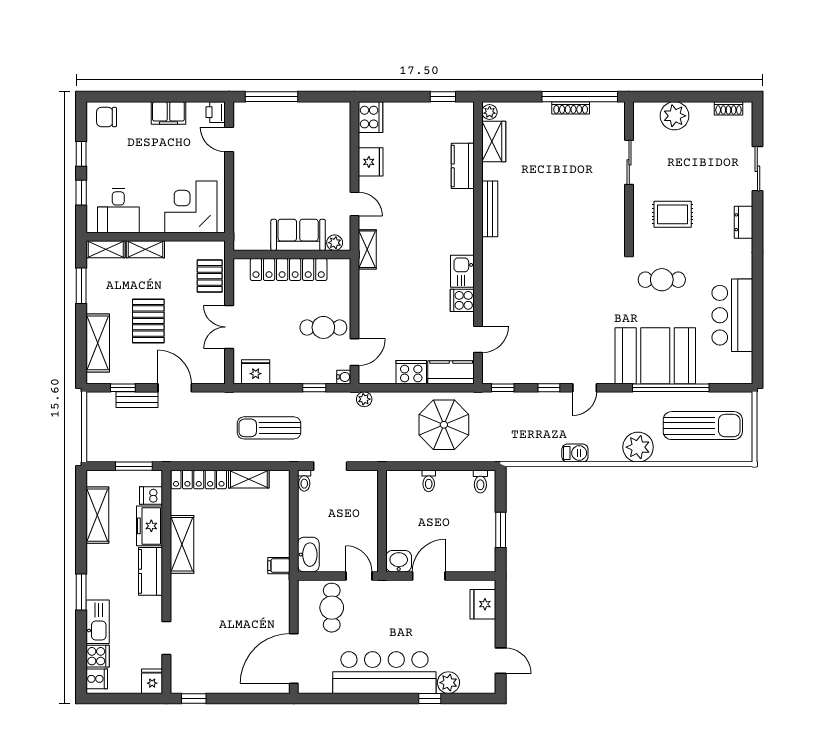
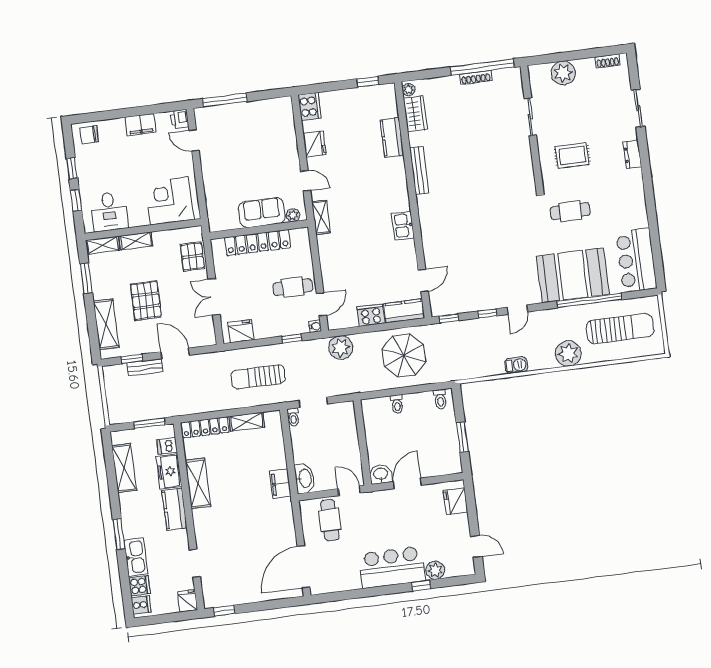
cooker: (462, 300) -> (406, 250), removed
bar counter: (732, 315) -> (636, 260), moved
plant: (364, 399) -> (341, 348), width x1.88, depth x1.88
filing cabinet: (279, 566) -> (280, 484), width x2.00
bar counter: (384, 673) -> (392, 567), width x0.73

